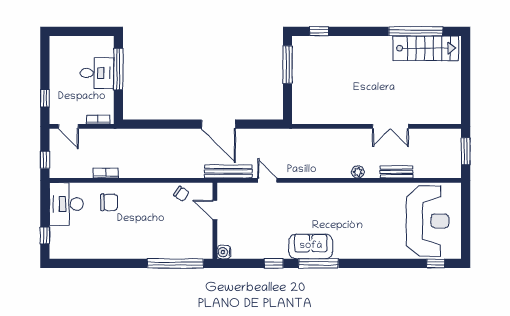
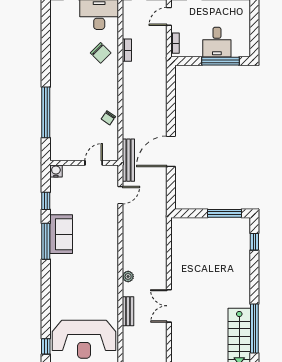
chair: (109, 202) -> (101, 53), turned -45
door: (215, 210) -> (94, 163), moved
wall: (215, 221) -> (84, 163), moved
water cooler: (224, 252) -> (56, 171), moved

